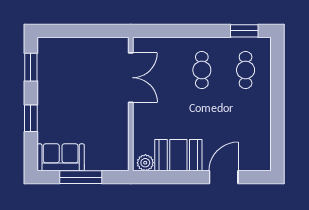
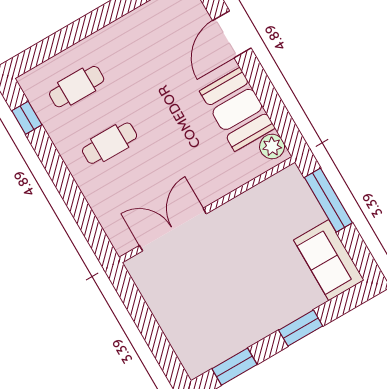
window: (244, 31) -> (27, 118), width x0.67
window: (81, 177) -> (328, 200), moved
door: (224, 177) -> (232, 34), hinge flipped

